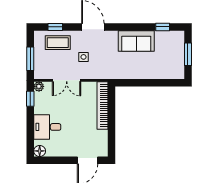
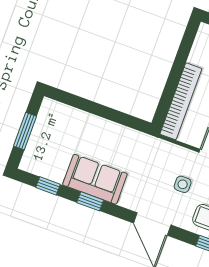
window: (134, 27) -> (90, 201), added

